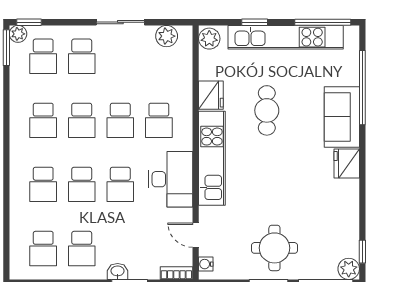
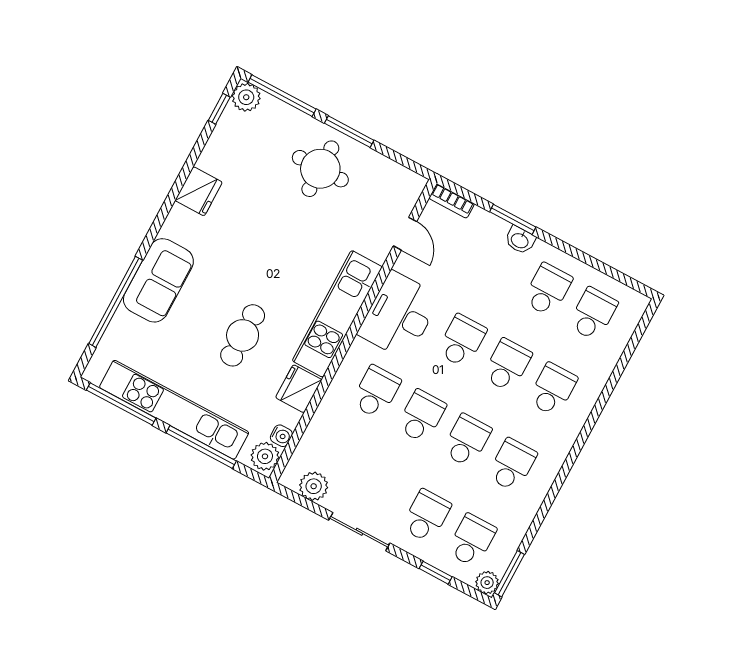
window: (29, 22) -> (436, 573), moved
window: (255, 22) -> (201, 447), width x2.17
fridge: (347, 164) -> (199, 191), moved
water cooler: (206, 264) -> (281, 436), moved

